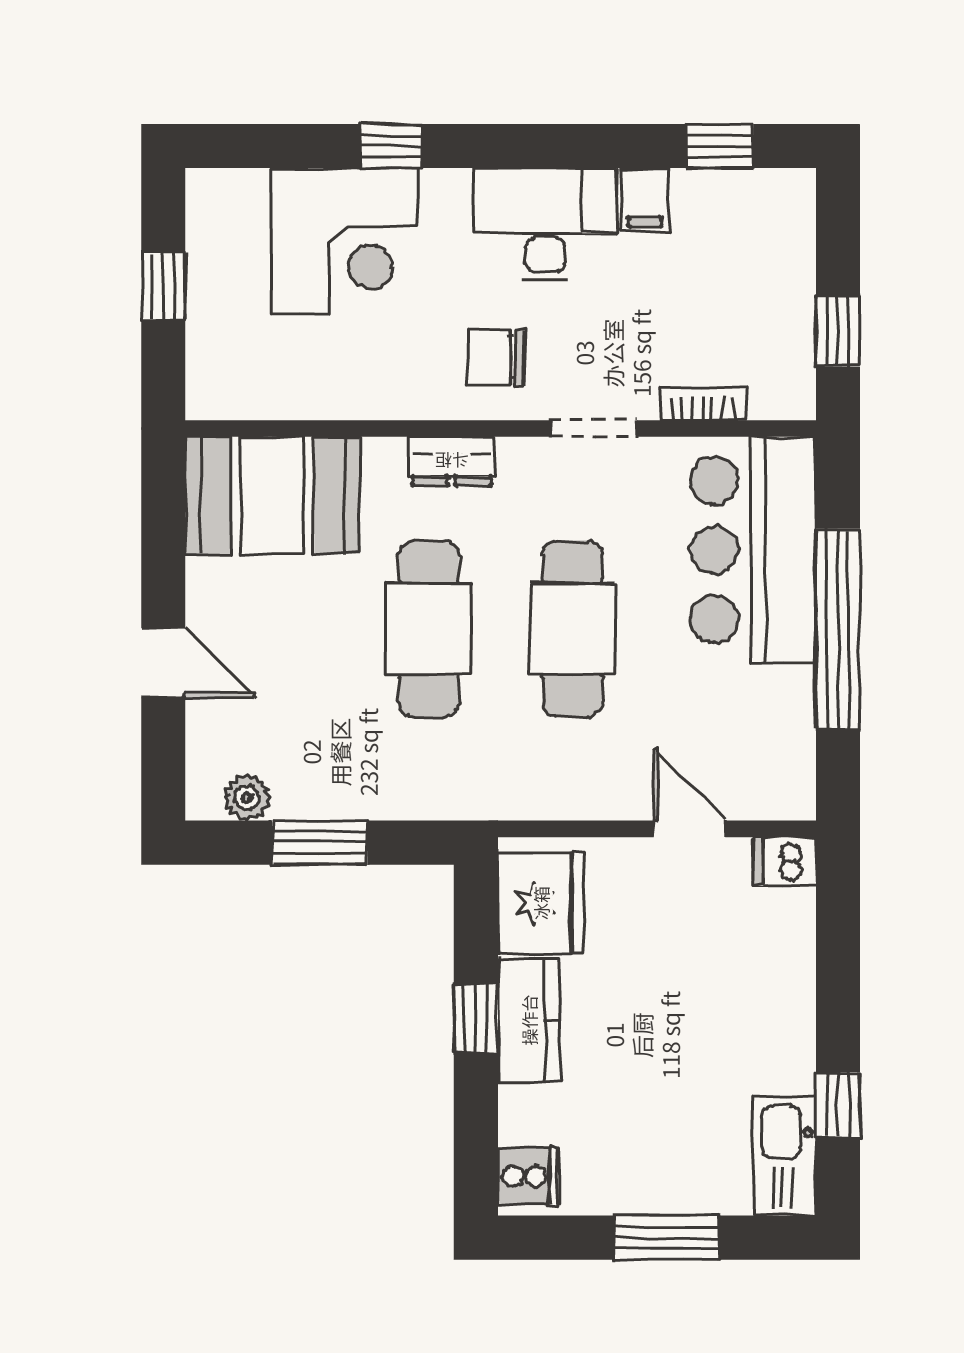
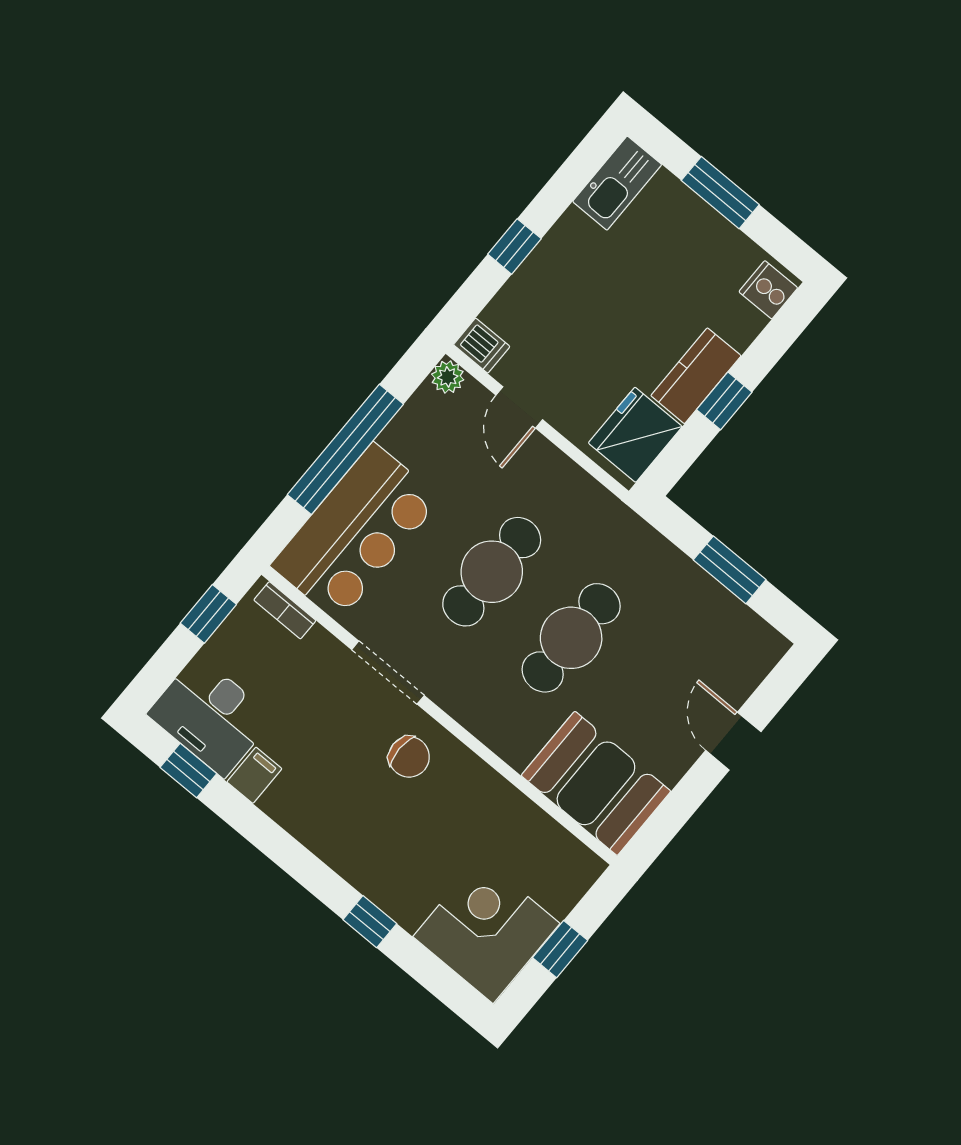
desk: (545, 224) -> (211, 716), moved
corner desk: (344, 241) -> (486, 930), moved
bookcase: (703, 403) -> (285, 610), moved
doorway: (594, 429) -> (388, 673), width x1.38
dresser: (452, 461) -> (481, 720), removed
plant: (247, 798) -> (448, 377), moved
window: (838, 1105) -> (514, 246), moved

